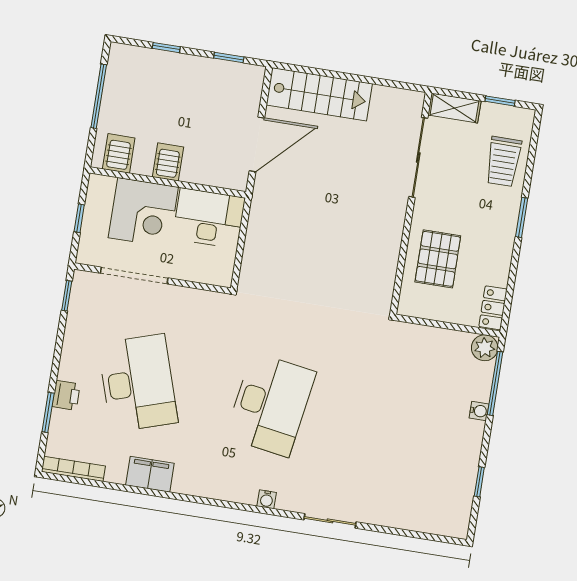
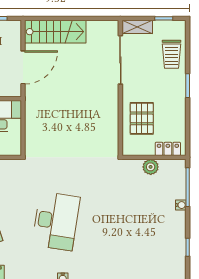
locker: (493, 308) -> (168, 149), moved, turned 90
plant: (485, 348) -> (151, 167), moved

